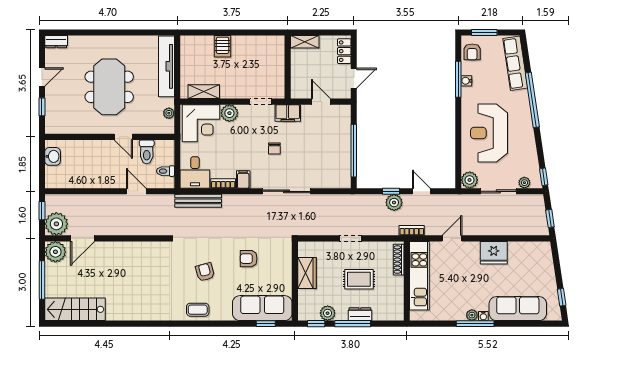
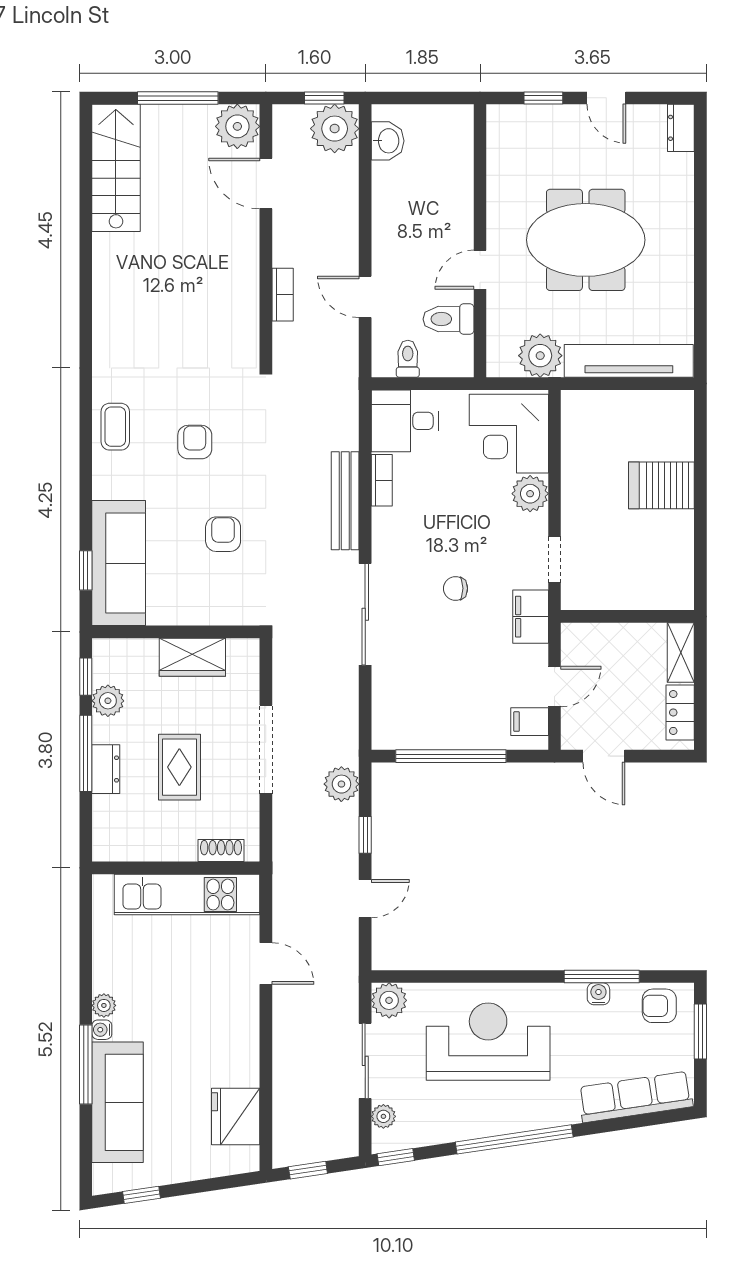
server rack: (223, 46) -> (661, 485), width x1.36, depth x1.44
locker: (344, 51) -> (680, 712), moved, turned -90
shelving: (204, 92) -> (576, 440), removed
window: (532, 100) -> (514, 1139), moved
plant: (169, 113) -> (540, 356), width x1.87, depth x1.87
washbasin: (53, 156) -> (388, 141), moved, turned -90
filing cabinet: (243, 179) -> (530, 722), moved, turned 180
door: (136, 191) -> (365, 297), swing flipped
bench: (198, 201) -> (345, 501), moved
plant: (394, 203) -> (341, 784), moved
plant: (56, 224) -> (335, 129), moved
bookcase: (412, 230) -> (283, 295), moved
doorway: (351, 238) -> (266, 749), width x1.87
fridge: (494, 253) -> (236, 1116), moved
shoe rack: (399, 260) -> (221, 851), width x0.70
armchair: (205, 272) -> (195, 442), turned -75
window: (475, 324) -> (86, 1065), moved

